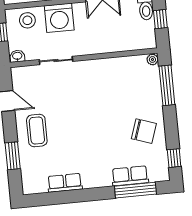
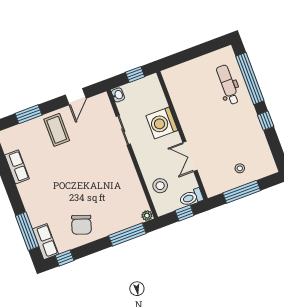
stool: (27, 20) -> (160, 186), moved
coffee table: (37, 130) -> (57, 130), turned 90
row of seats: (130, 176) -> (45, 242), moved

